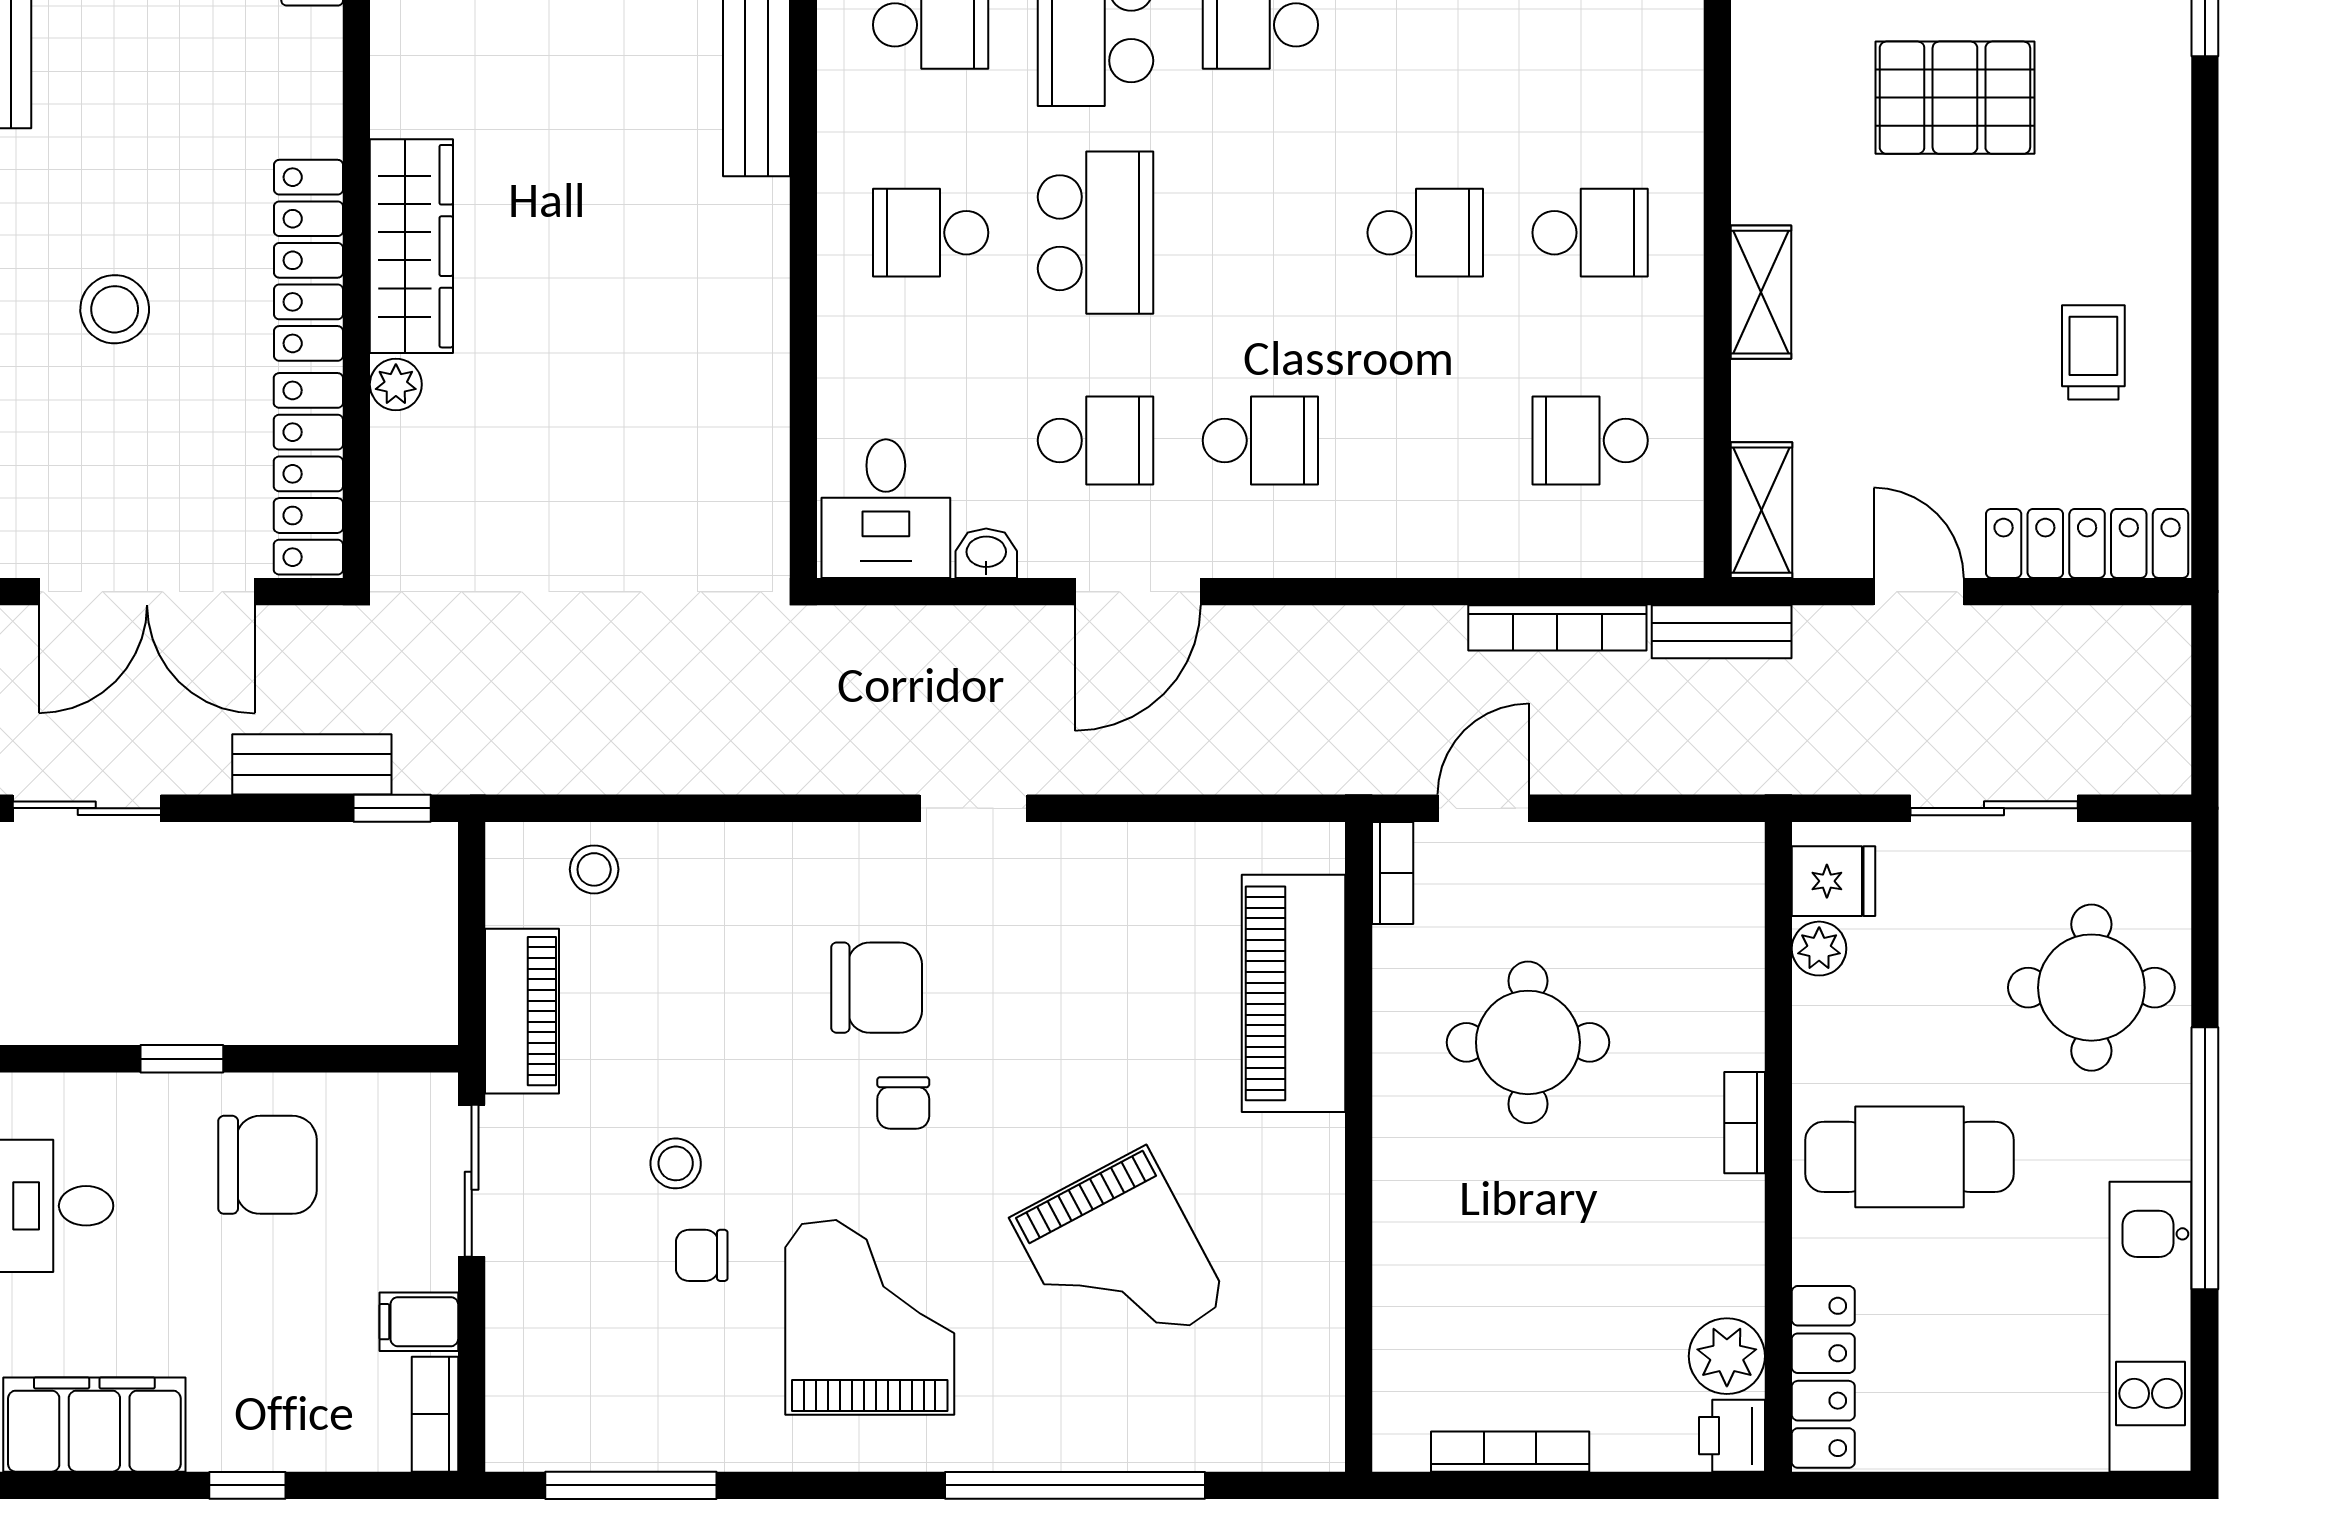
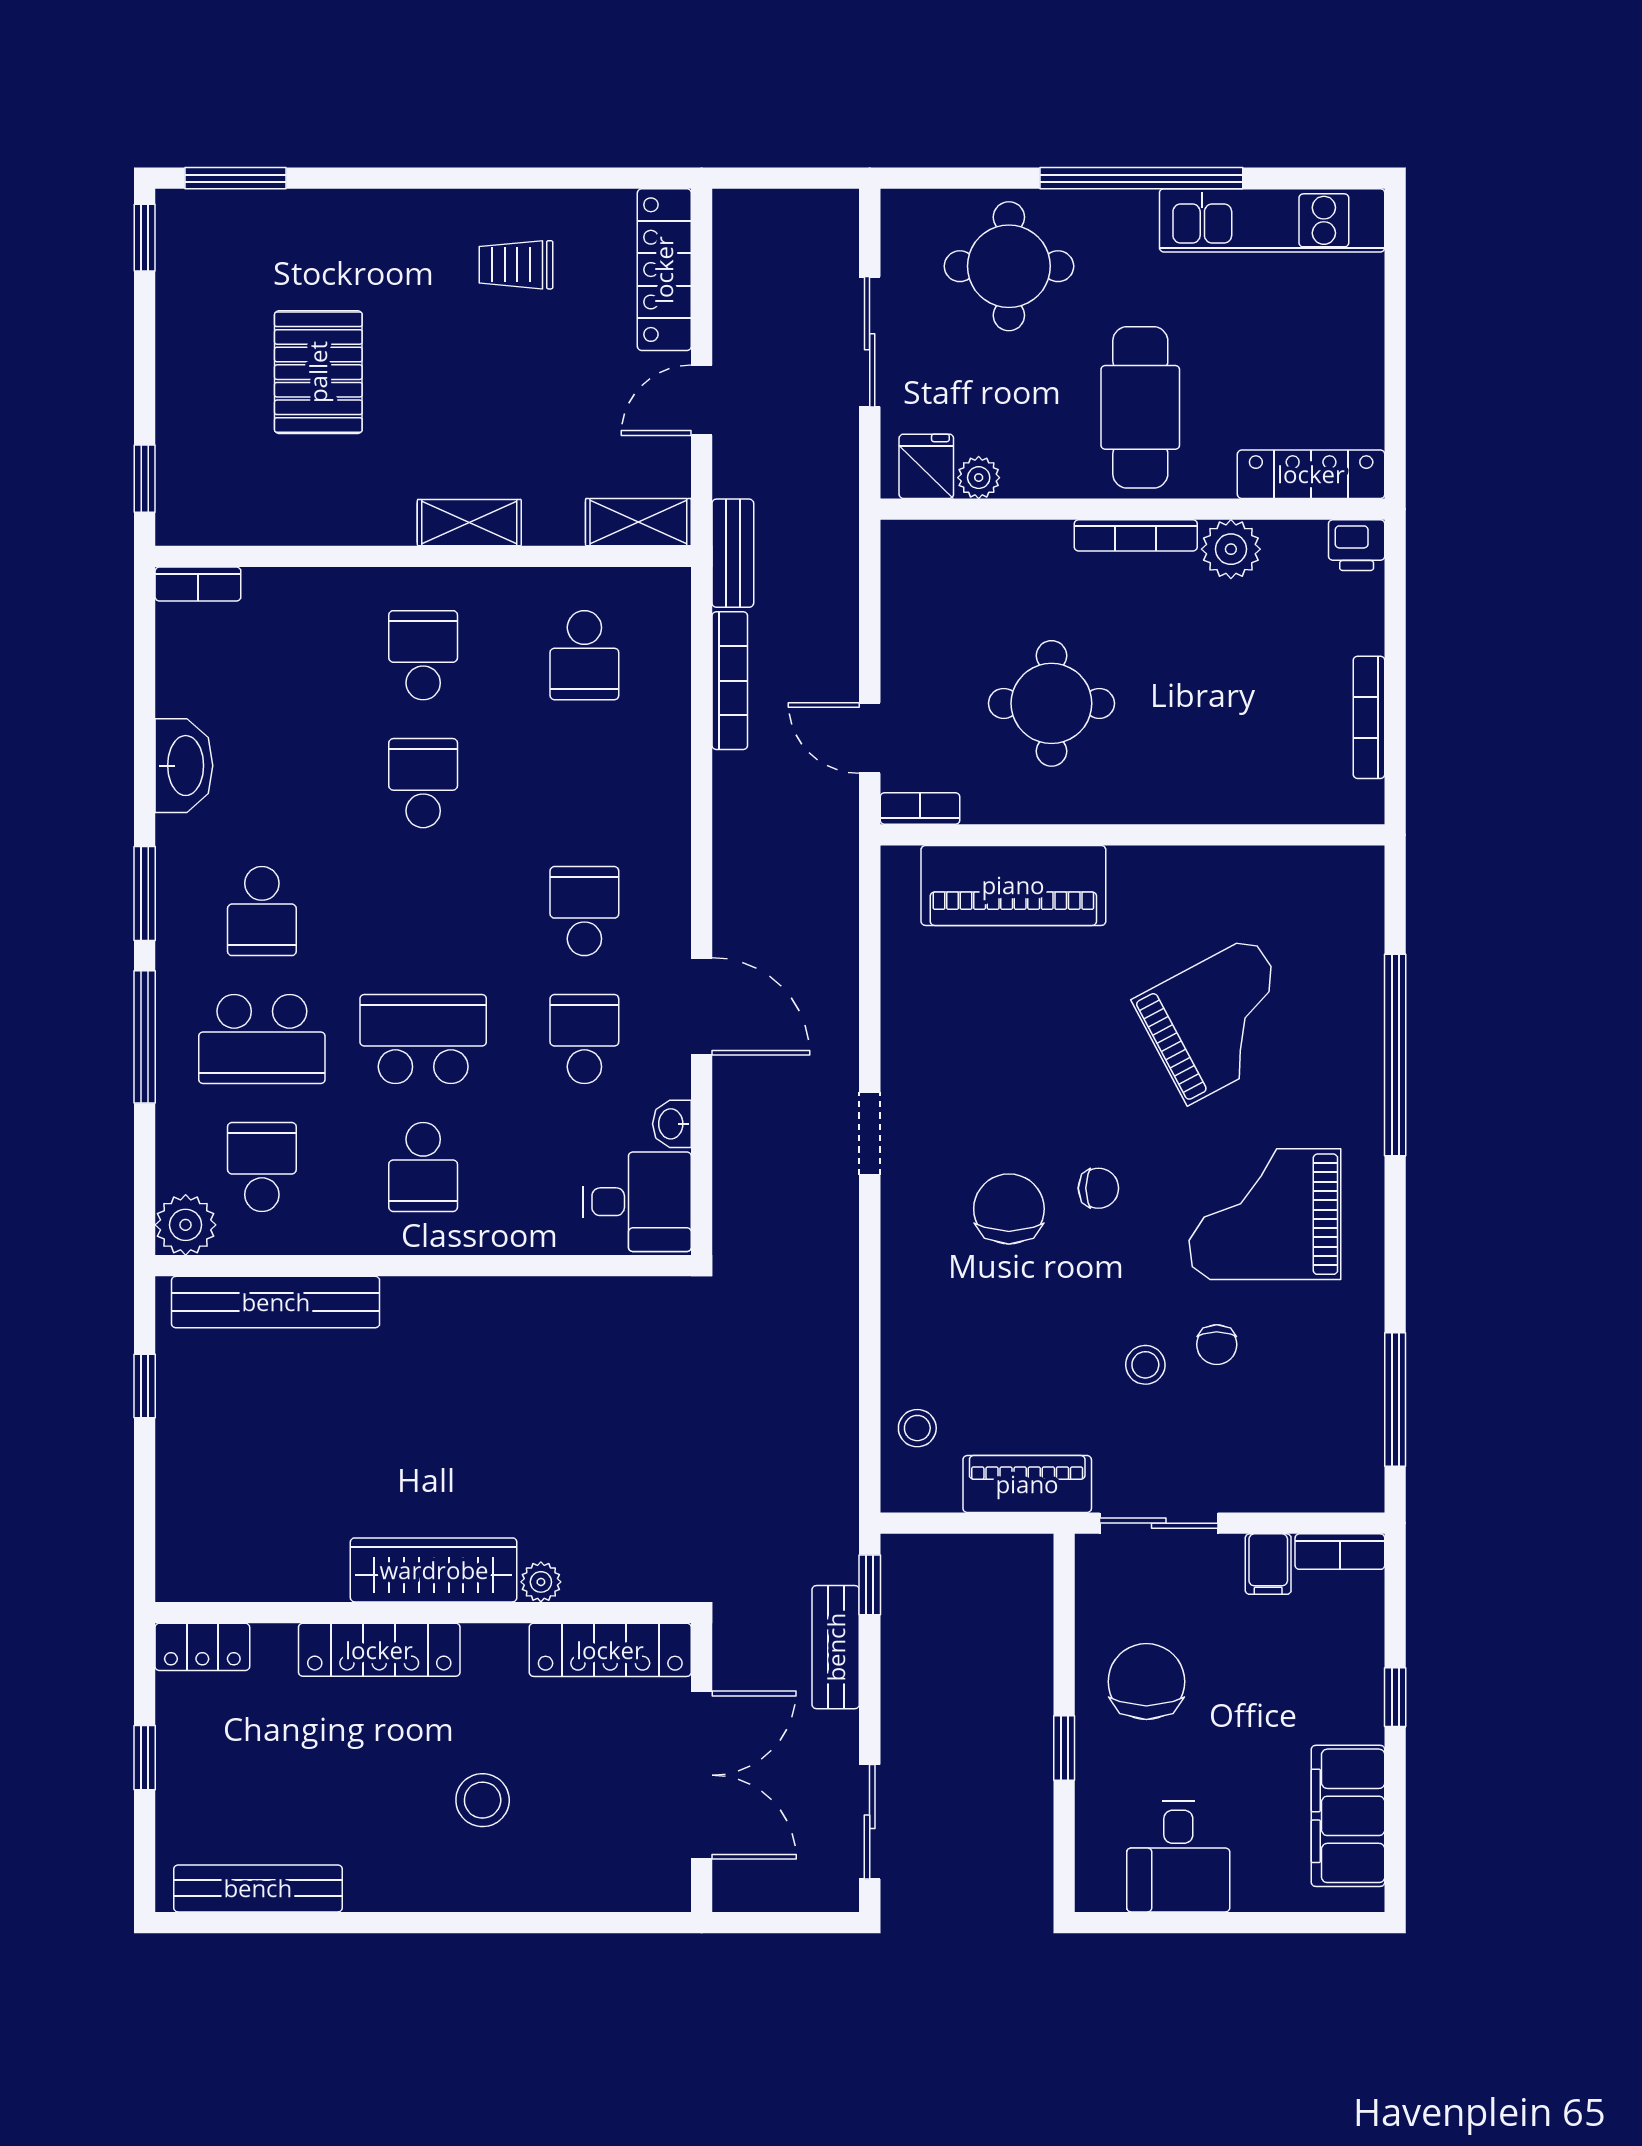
locker: (309, 260) -> (379, 1650), moved
bookcase: (1745, 1123) -> (1136, 535), width x1.56
plant: (1727, 1356) -> (1231, 549), moved

